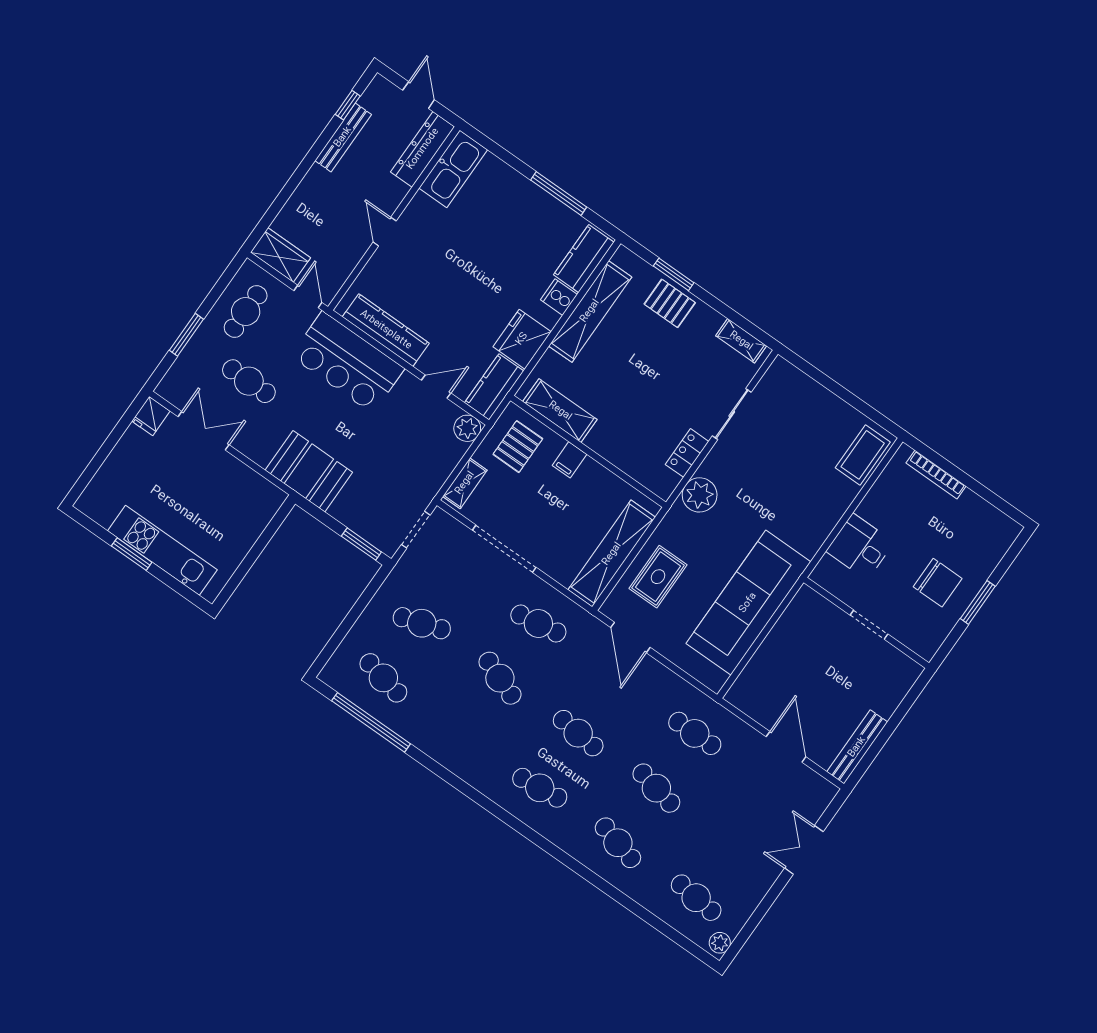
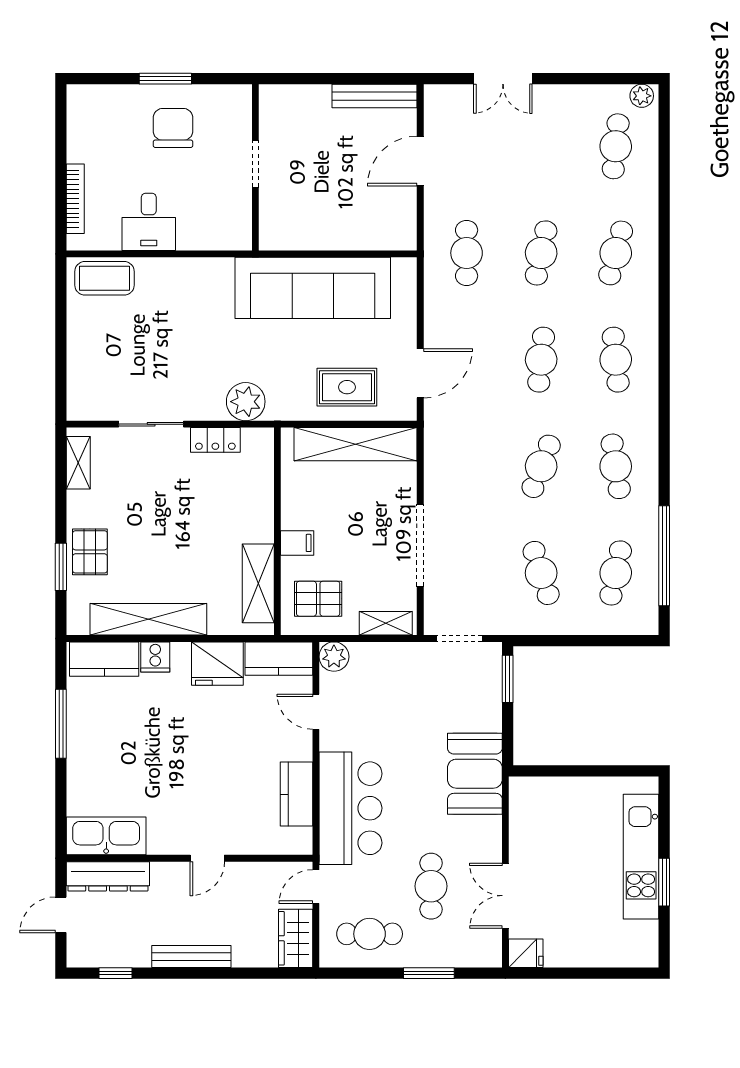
bench: (343, 137) -> (191, 957), moved
kitchen counter: (386, 330) -> (297, 794), width x0.67
desk: (860, 547) -> (149, 222), moved
cafe table: (538, 624) -> (616, 466), moved

